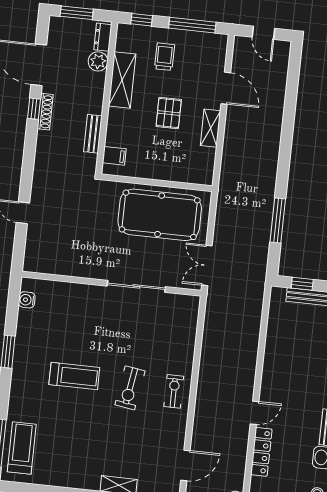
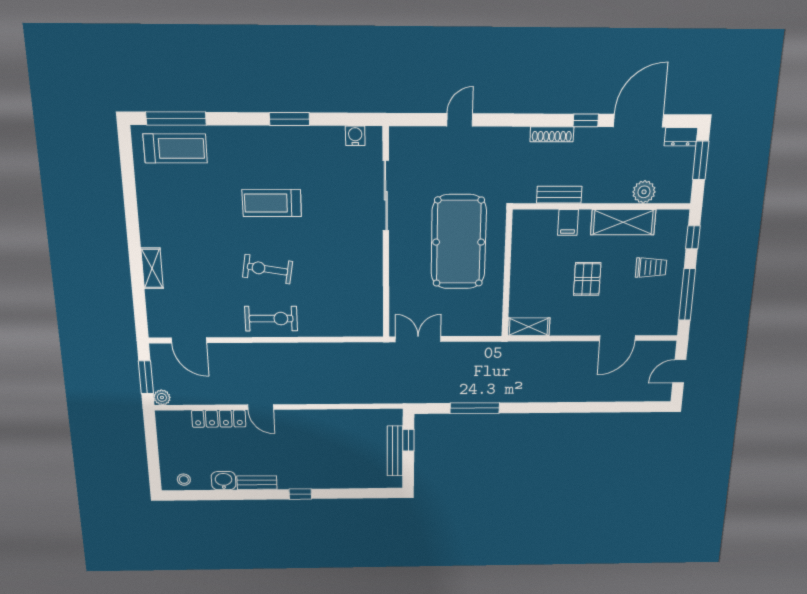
dresser: (103, 37) -> (681, 137), moved, turned 180
shoe rack: (45, 112) -> (552, 134), moved
pallet: (169, 113) -> (587, 279), turned 90
shelving: (211, 128) -> (529, 327), moved
filing cabinet: (114, 156) -> (568, 222), moved
pool table: (160, 215) -> (459, 242), moved
sliding door: (136, 286) -> (386, 196), moved
treadmill: (74, 376) -> (272, 203), turned 90
exercise bike: (174, 391) -> (271, 319), width x1.38, depth x1.39

